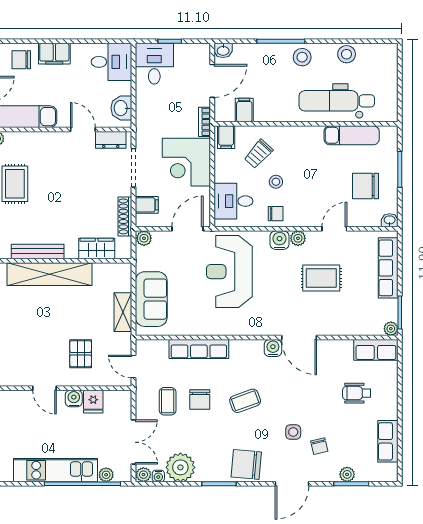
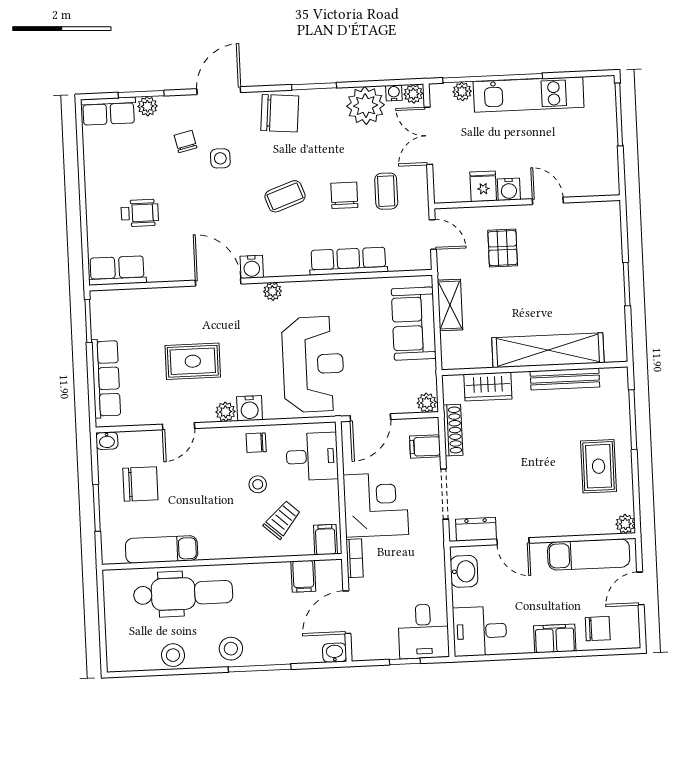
plant: (391, 329) -> (273, 291), moved
row of seats: (388, 441) -> (108, 111), moved, turned 90

